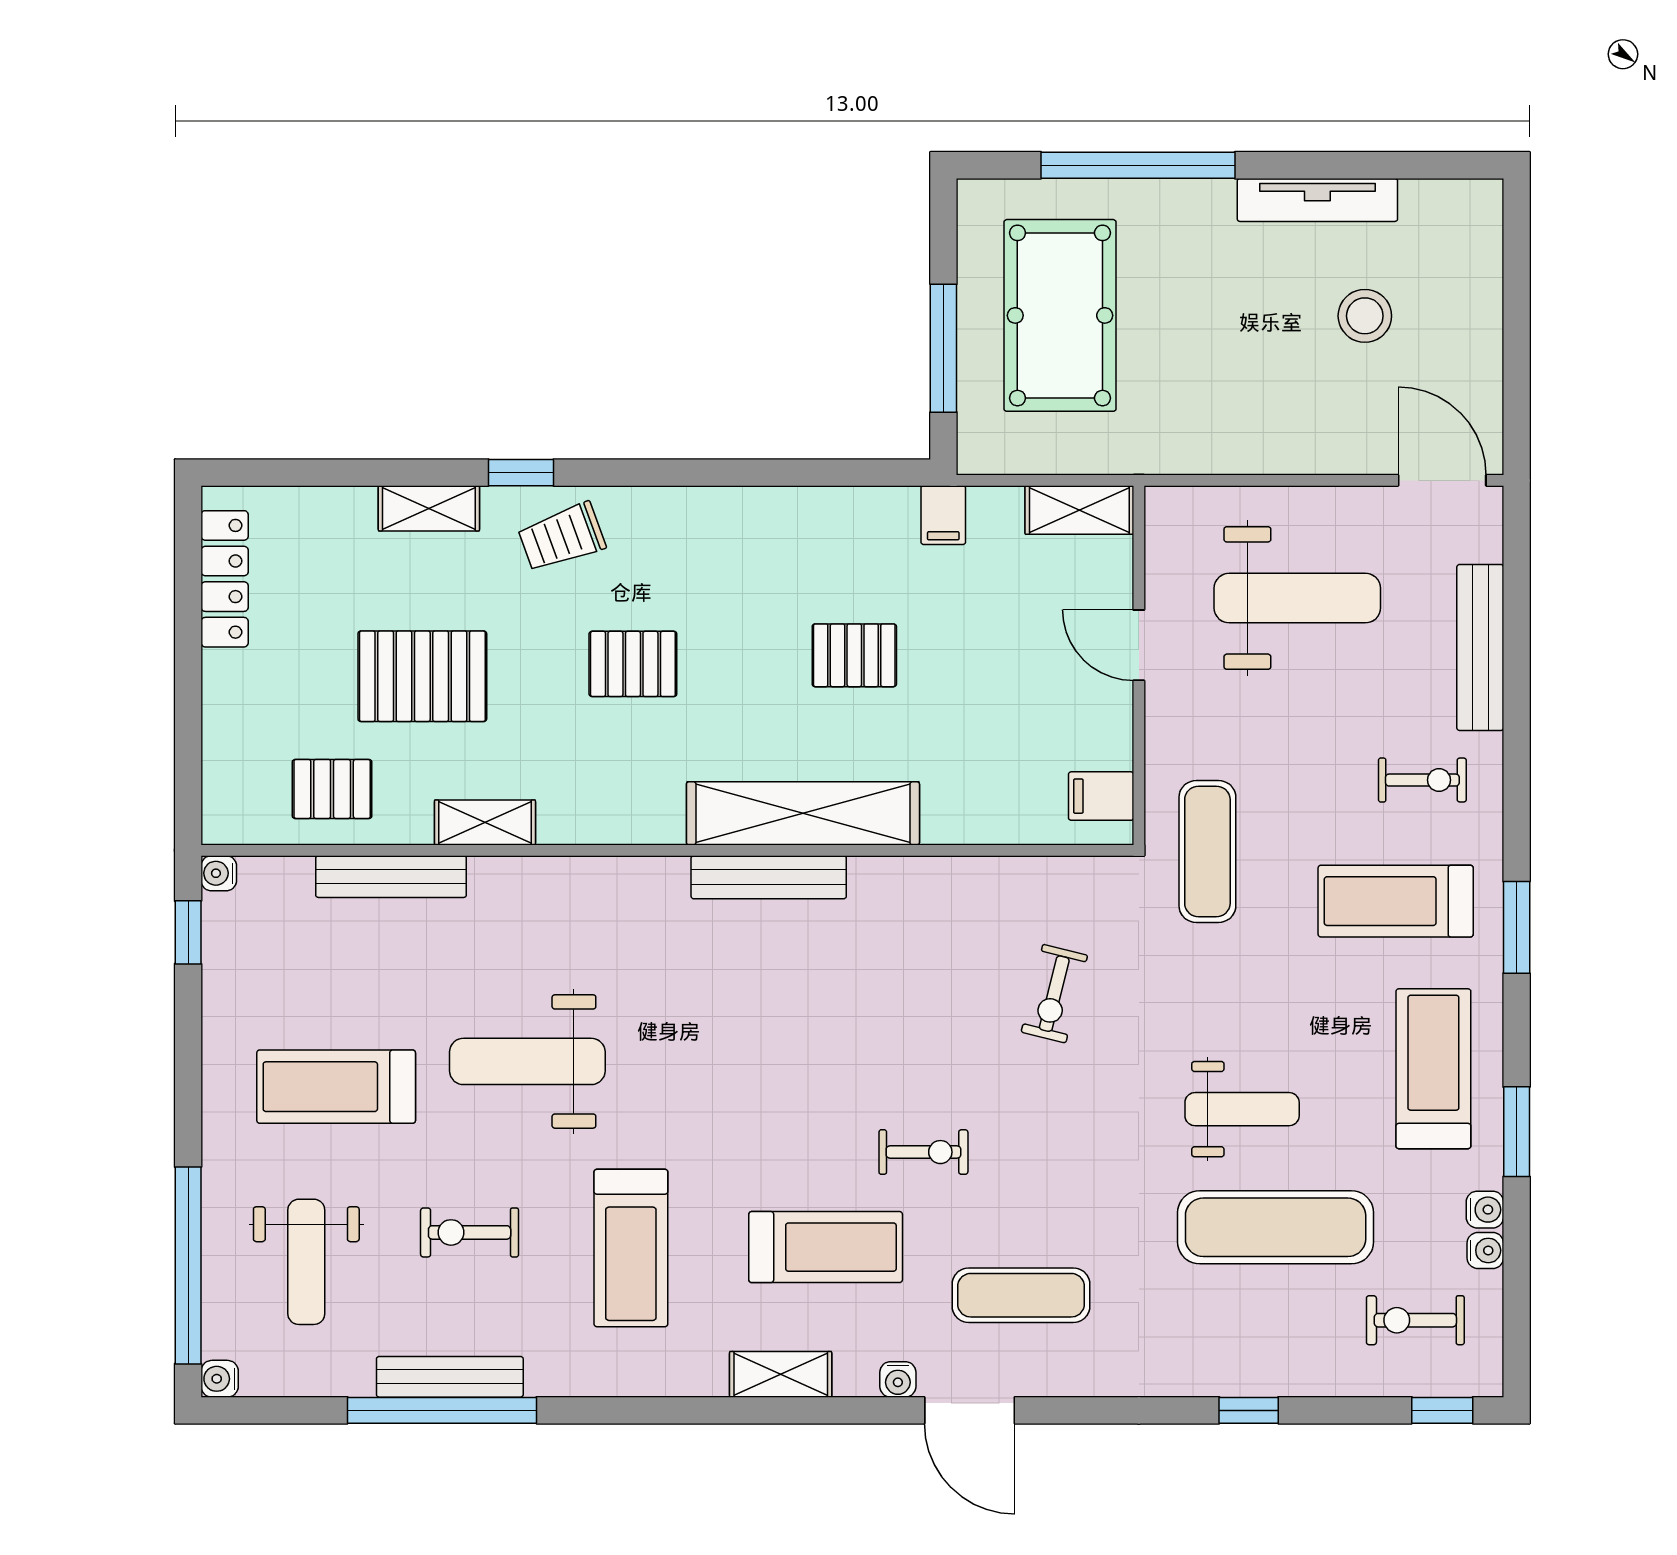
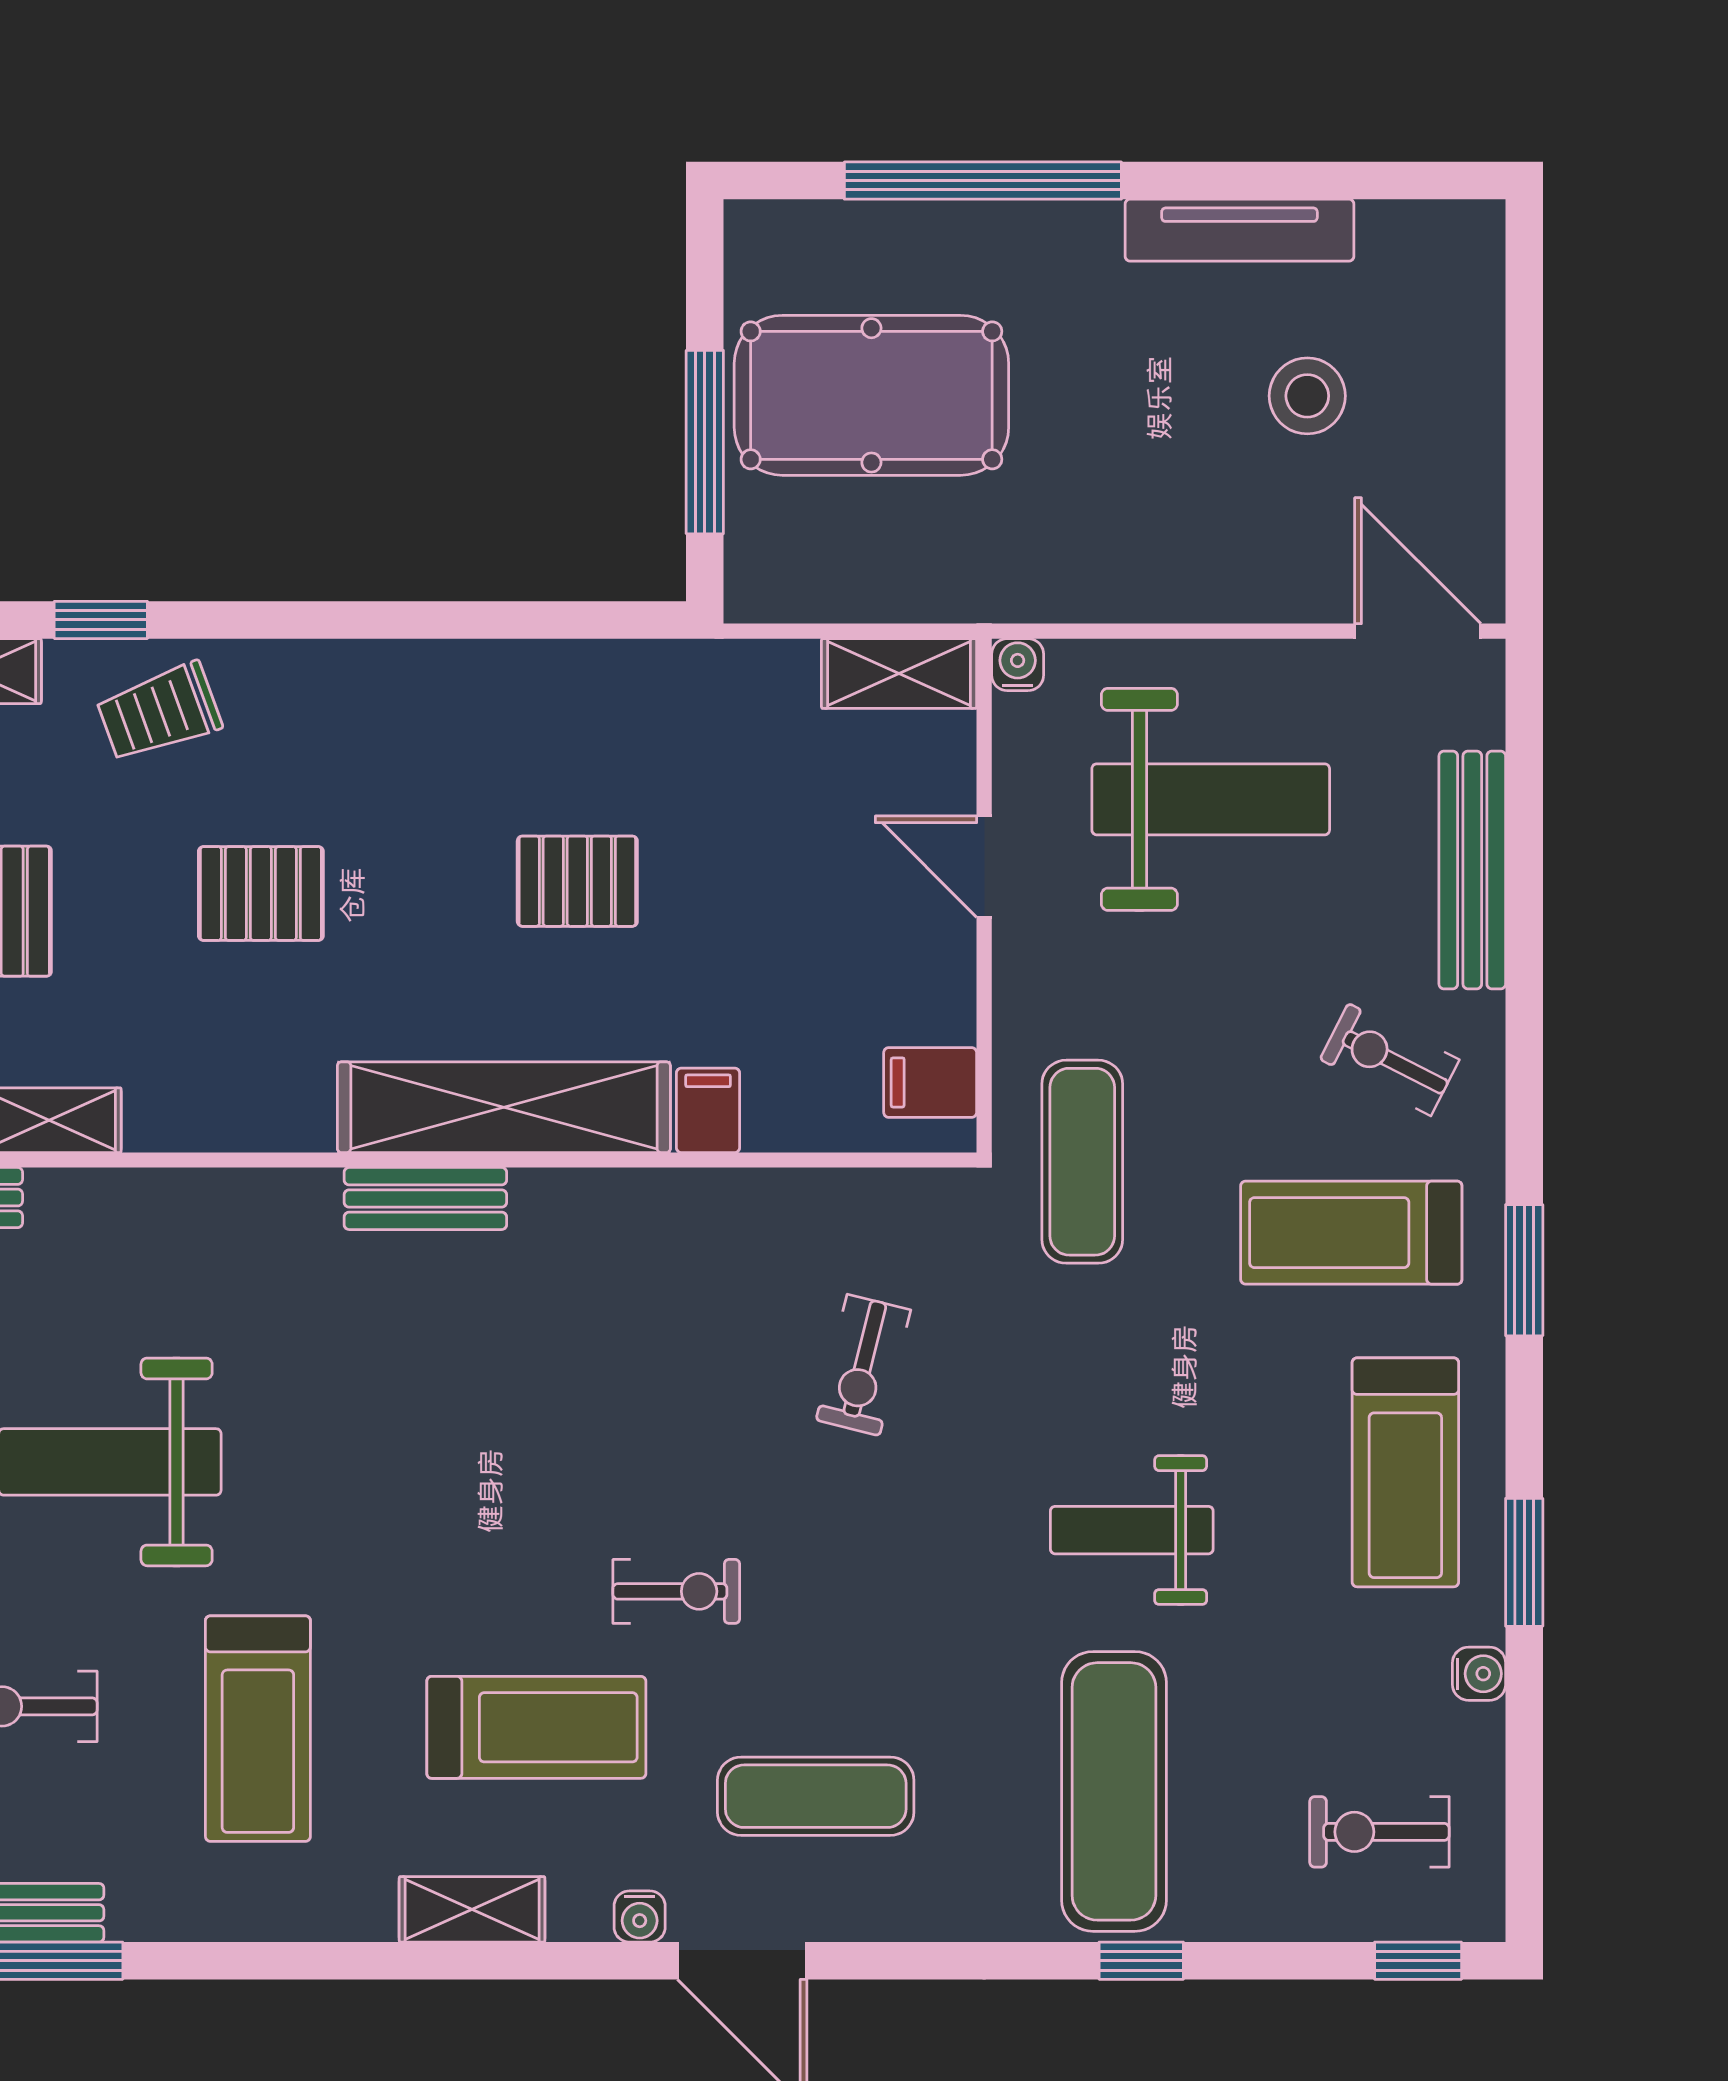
pool table: (1060, 315) -> (871, 395), turned 90
filing cabinet: (943, 515) -> (708, 1110), moved, turned 180
exercise bike: (1422, 780) -> (1390, 1060), turned -153
bench: (769, 877) -> (425, 1198), width x0.73
treadmill: (1433, 1069) -> (1405, 1472), turned 180
weight bench: (1242, 1109) -> (1132, 1530), turned 180
exercise mat: (1276, 1227) -> (1114, 1791), moved, turned 90
water cooler: (1485, 1250) -> (1018, 665), moved, turned -90

